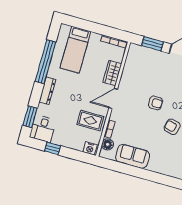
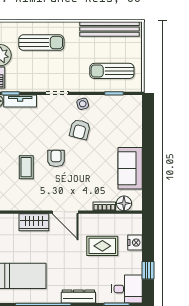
coffee table: (155, 79) -> (26, 167), added
rug: (90, 121) -> (102, 246), moved, turned 90
nightstand: (90, 148) -> (135, 243), moved

